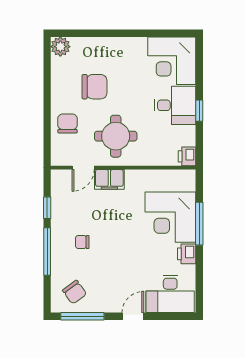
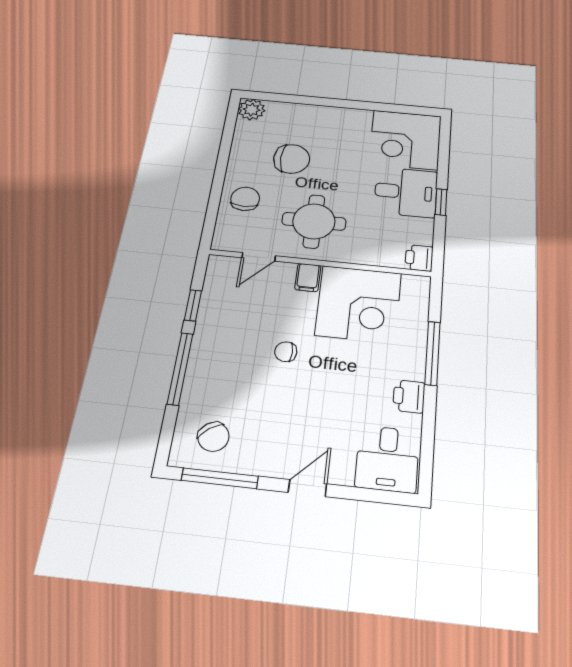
filing cabinet: (109, 179) -> (308, 277), width x0.50
corner desk: (170, 217) -> (359, 304), moved, turned -90
chair: (82, 242) -> (286, 352), moved
desk: (170, 294) -> (387, 459), width x0.73

